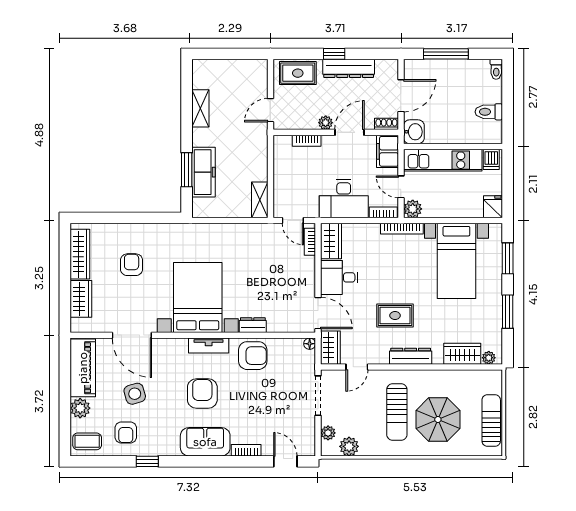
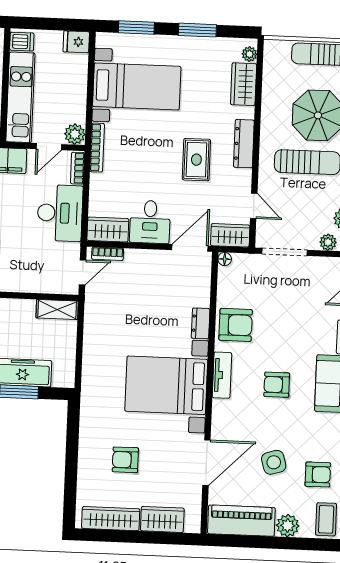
armchair: (253, 356) -> (236, 325), turned 90
armchair: (202, 394) -> (277, 385), width x0.72, depth x0.72

